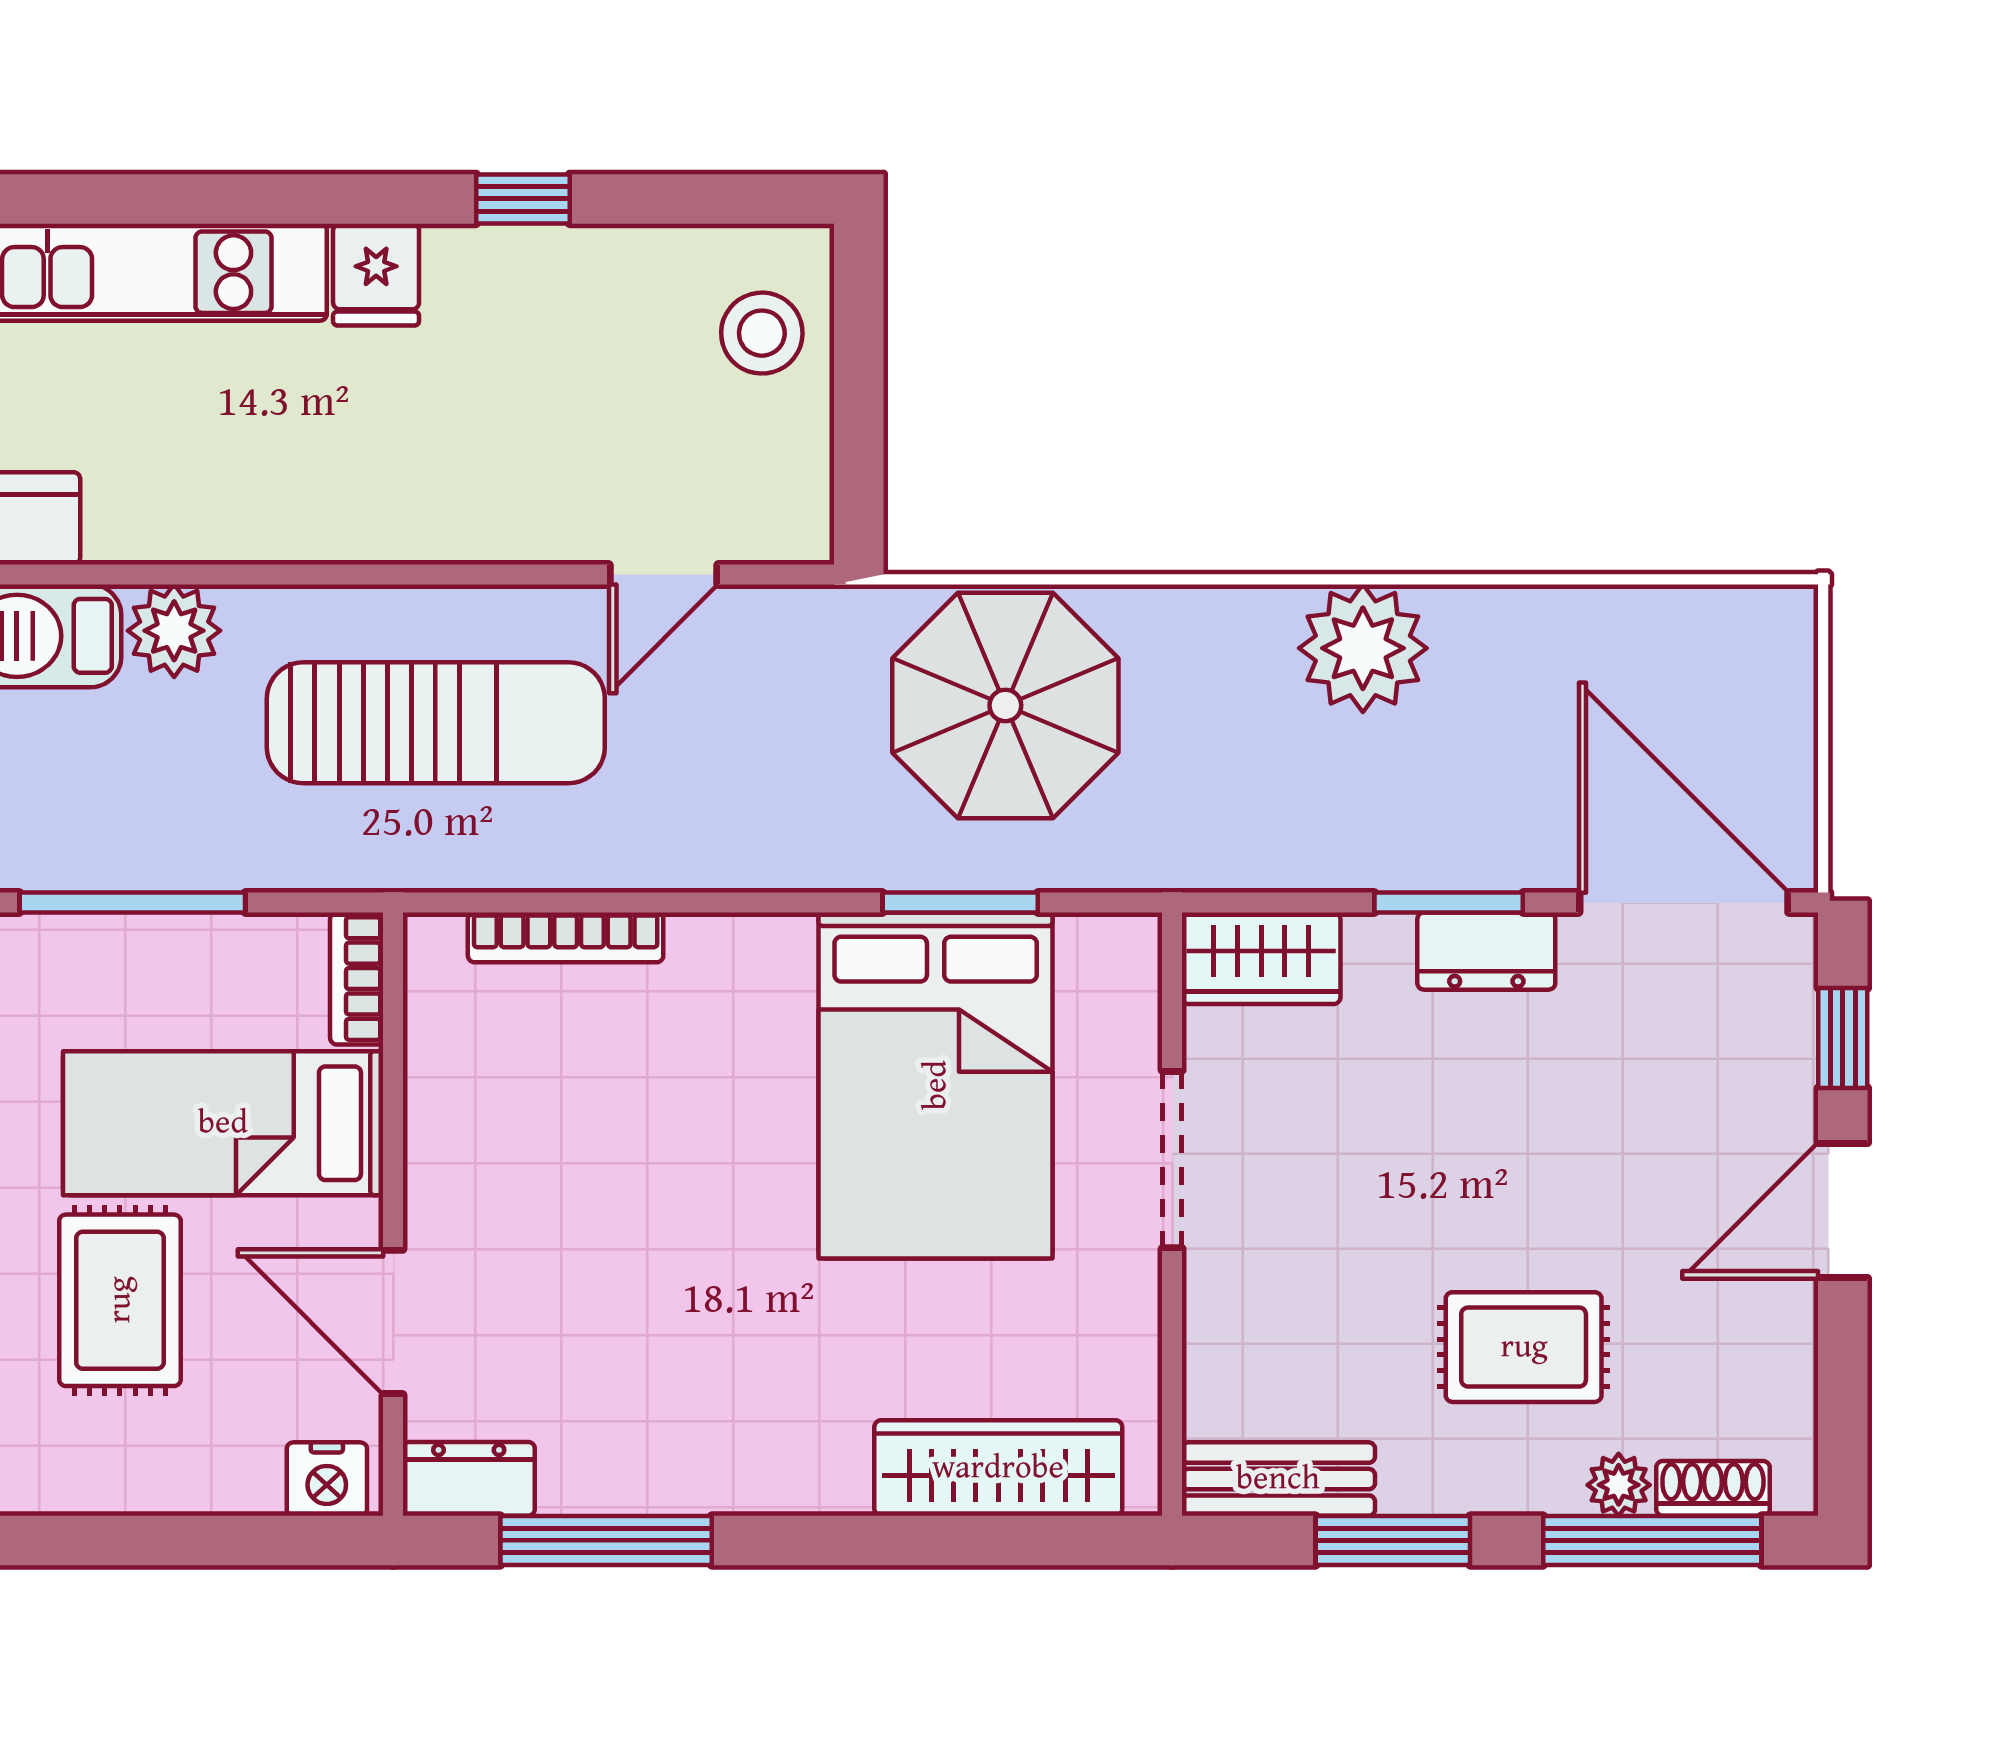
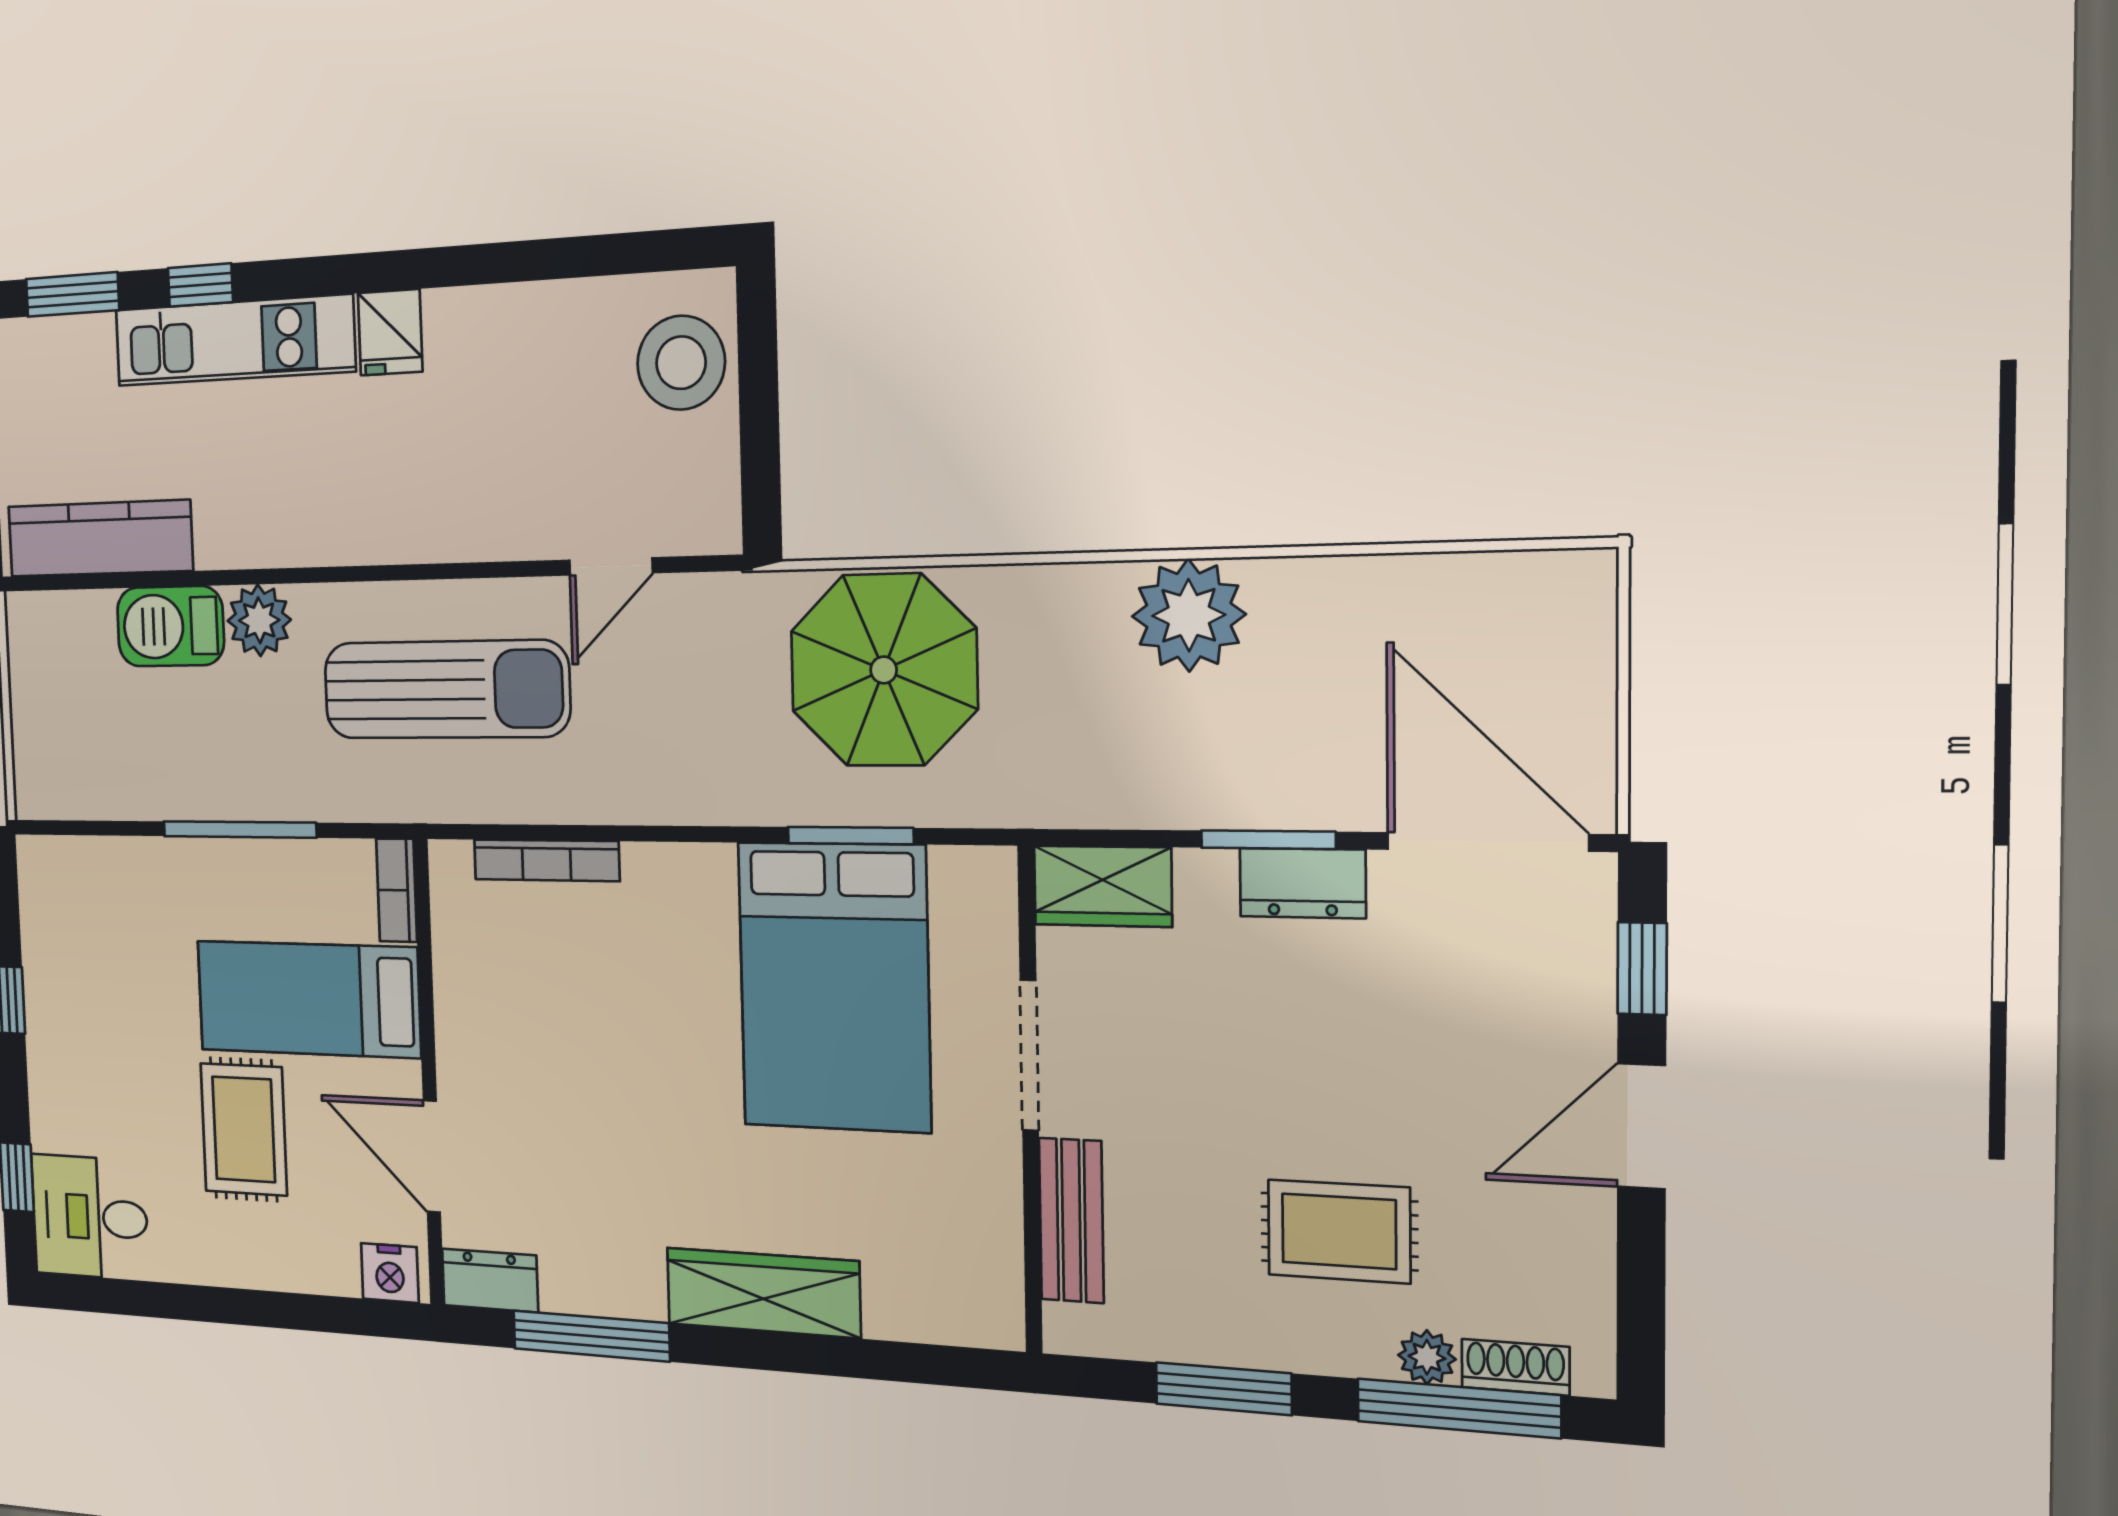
window: (523, 199) -> (200, 285), moved
stool: (762, 333) -> (681, 363), width x1.38, depth x1.38
wardrobe: (998, 1468) -> (763, 1293), moved
bench: (1278, 1479) -> (1071, 1220), moved, turned 90

